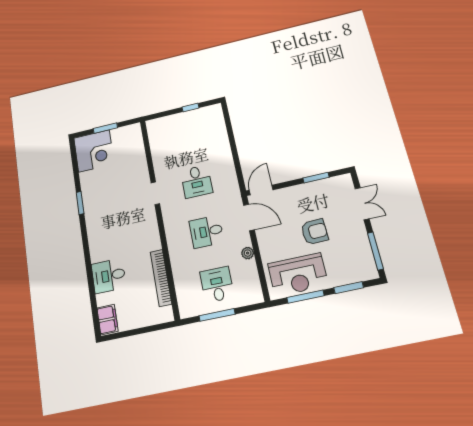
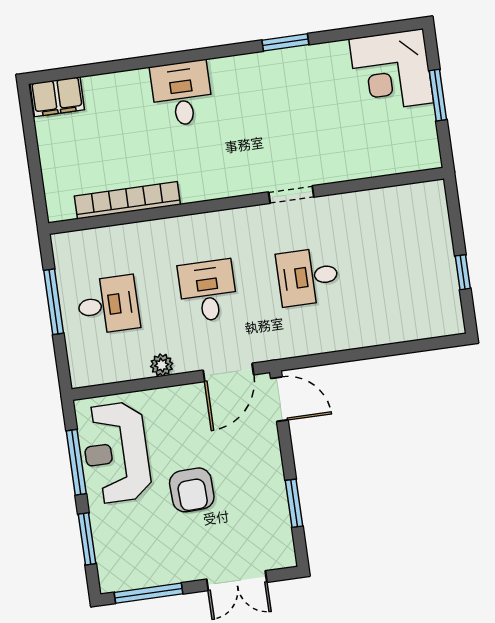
desk: (109, 276) -> (182, 94), moved

